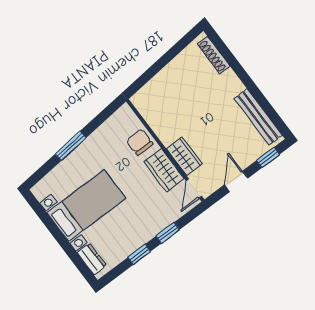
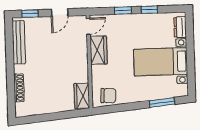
shoe rack: (214, 55) -> (19, 88), moved
chair: (140, 142) -> (108, 96), moved, turned -87
window: (71, 146) -> (162, 102), moved
wardrobe: (184, 156) -> (82, 96), moved

